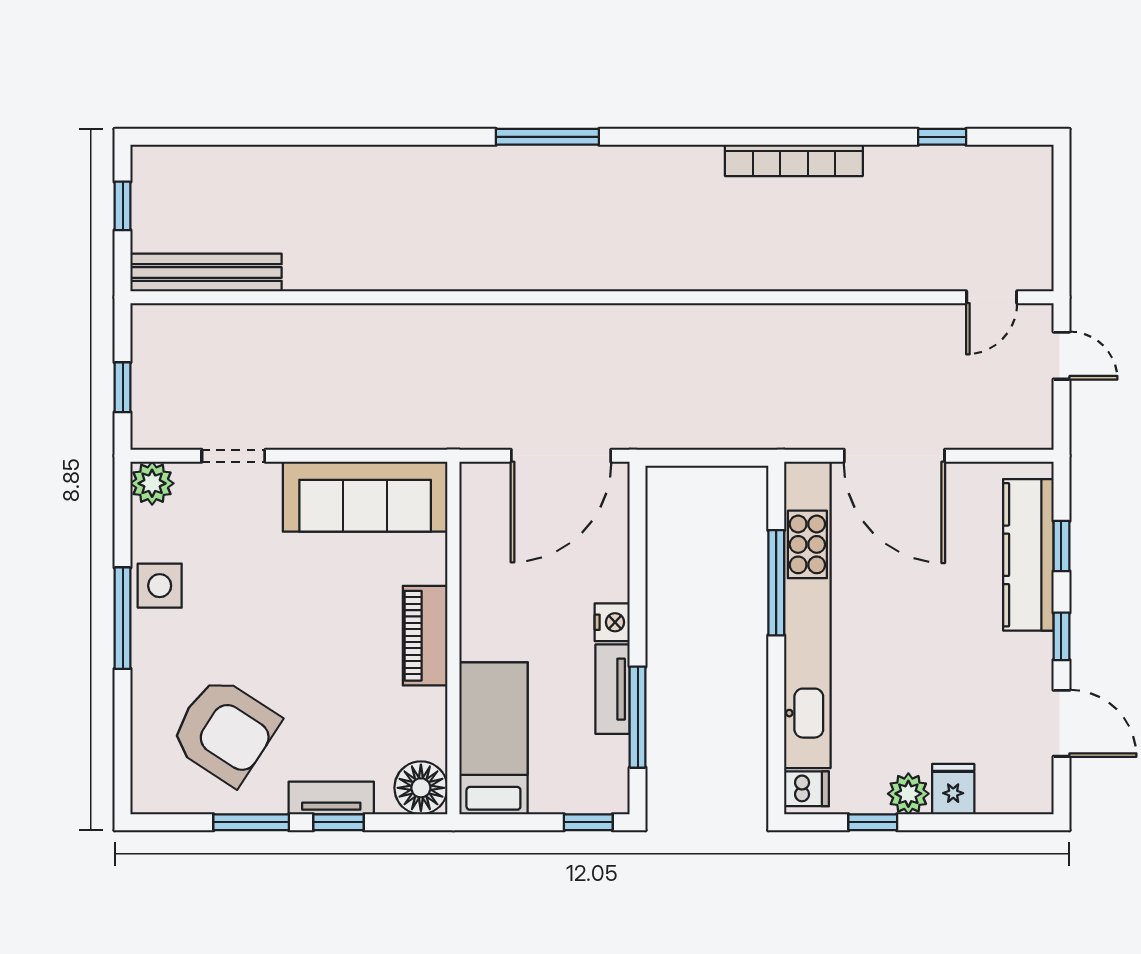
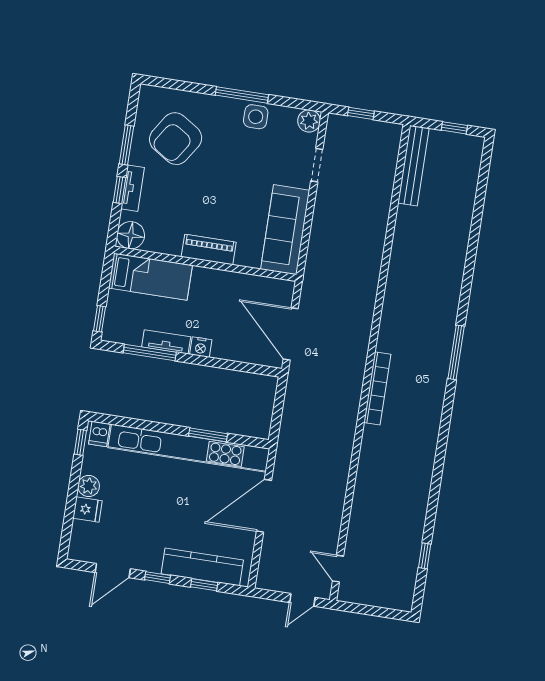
bookcase: (794, 160) -> (377, 388), moved, turned 180
window: (776, 583) -> (208, 435), width x0.69
window: (873, 822) -> (80, 442), moved

